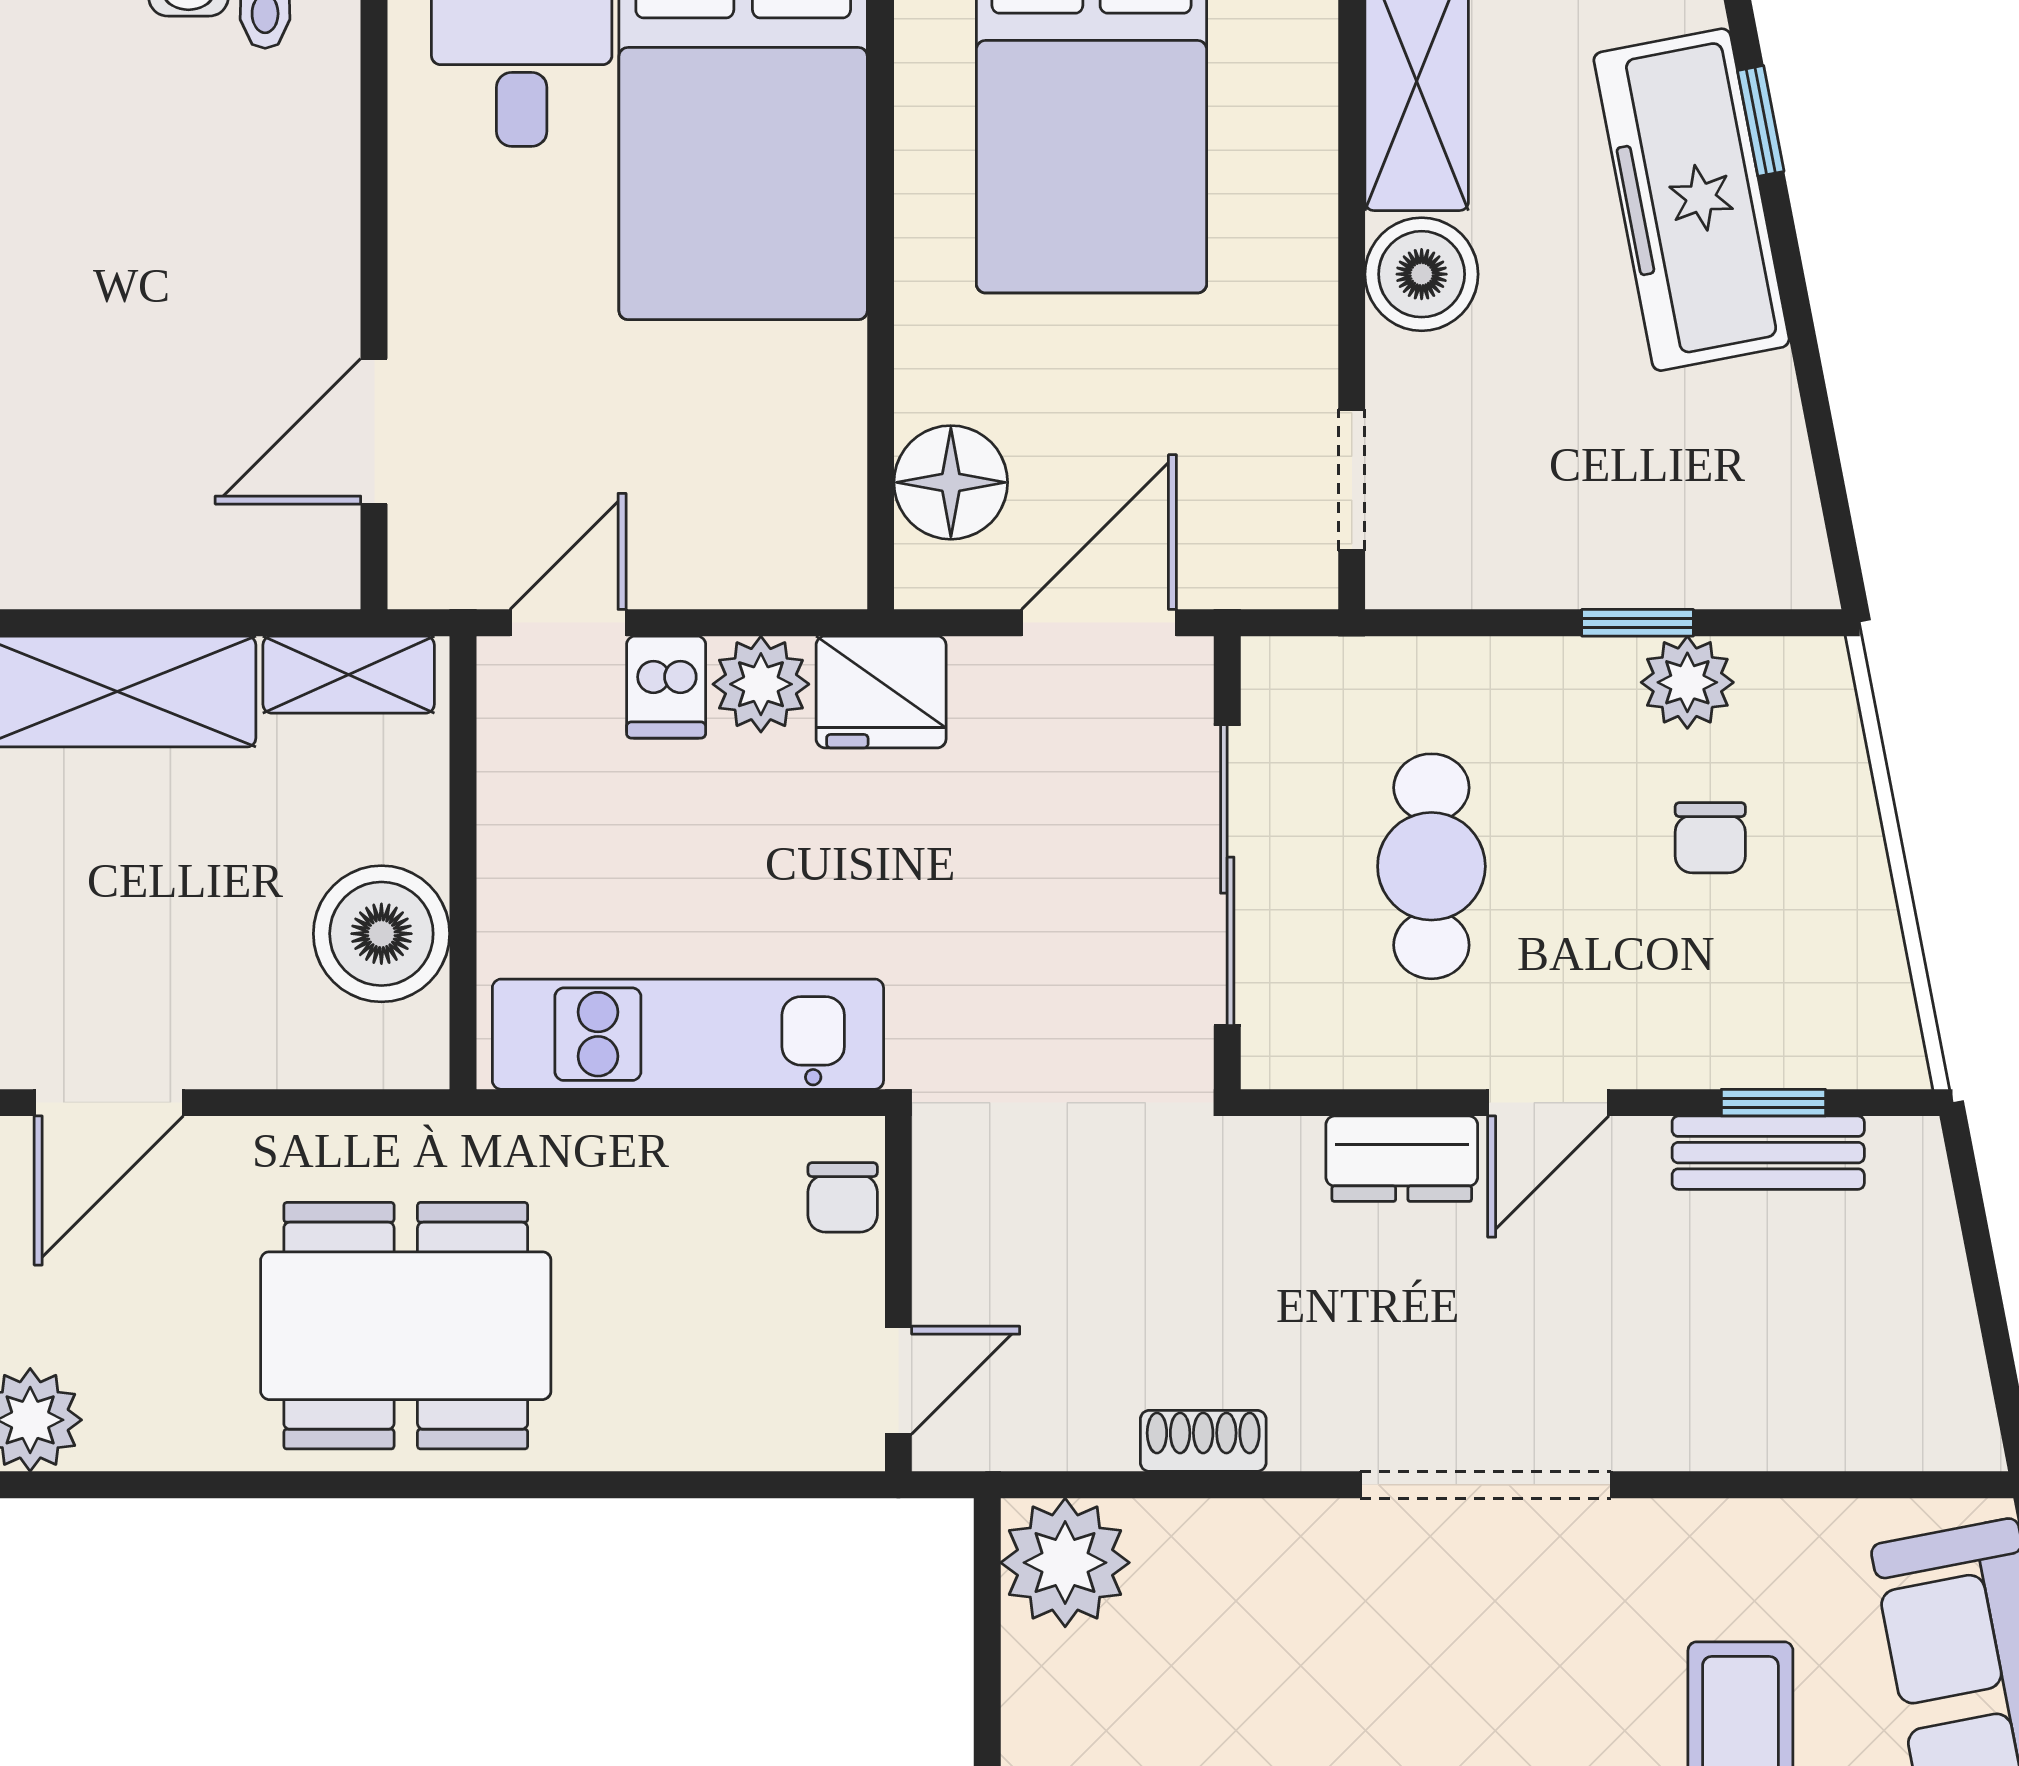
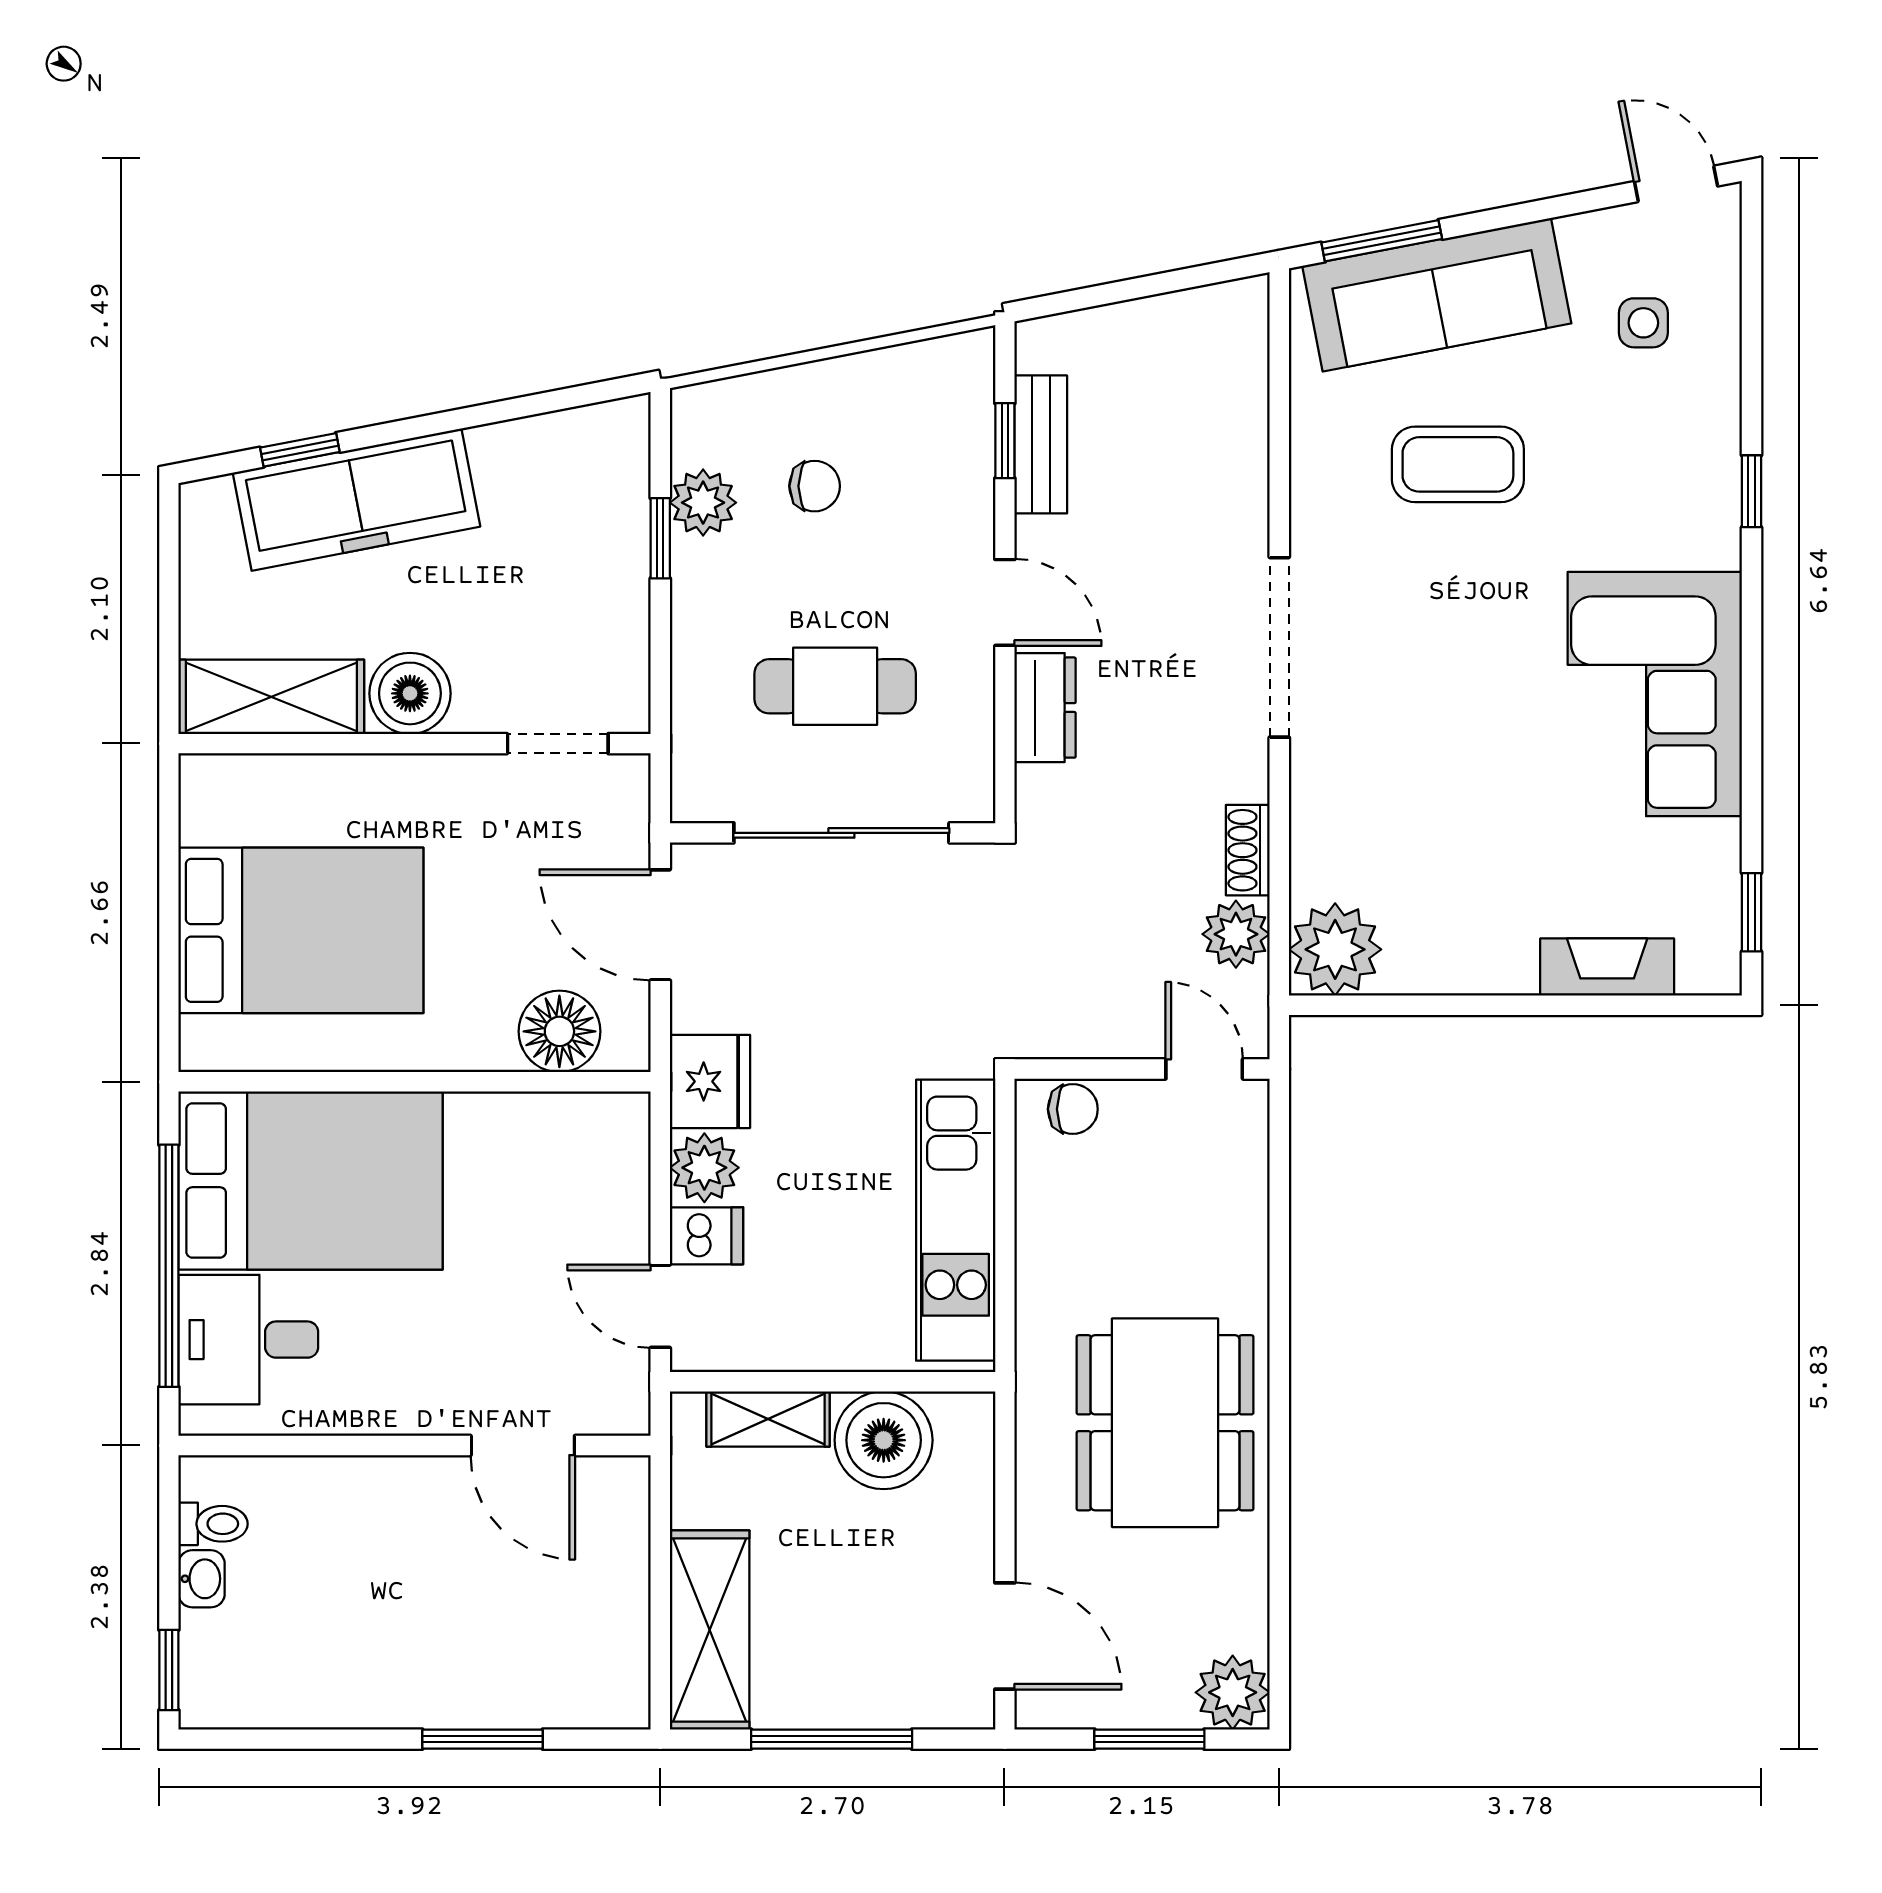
shelving: (349, 675) -> (768, 1419), moved, turned 90
plant: (1086, 1425) -> (1236, 934), added

